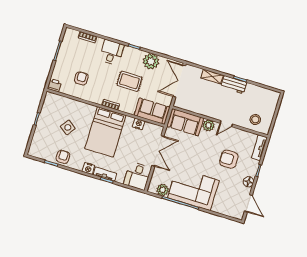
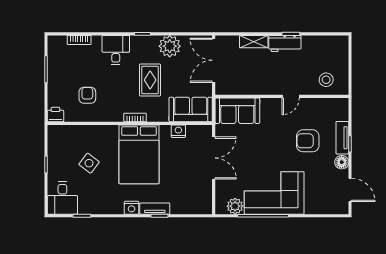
rug: (129, 81) -> (150, 80), turned 90
plant: (209, 125) -> (268, 106), removed
tv unit: (259, 148) -> (342, 138), moved
armchair: (63, 157) -> (94, 203), removed
desk: (137, 176) -> (62, 198), moved

